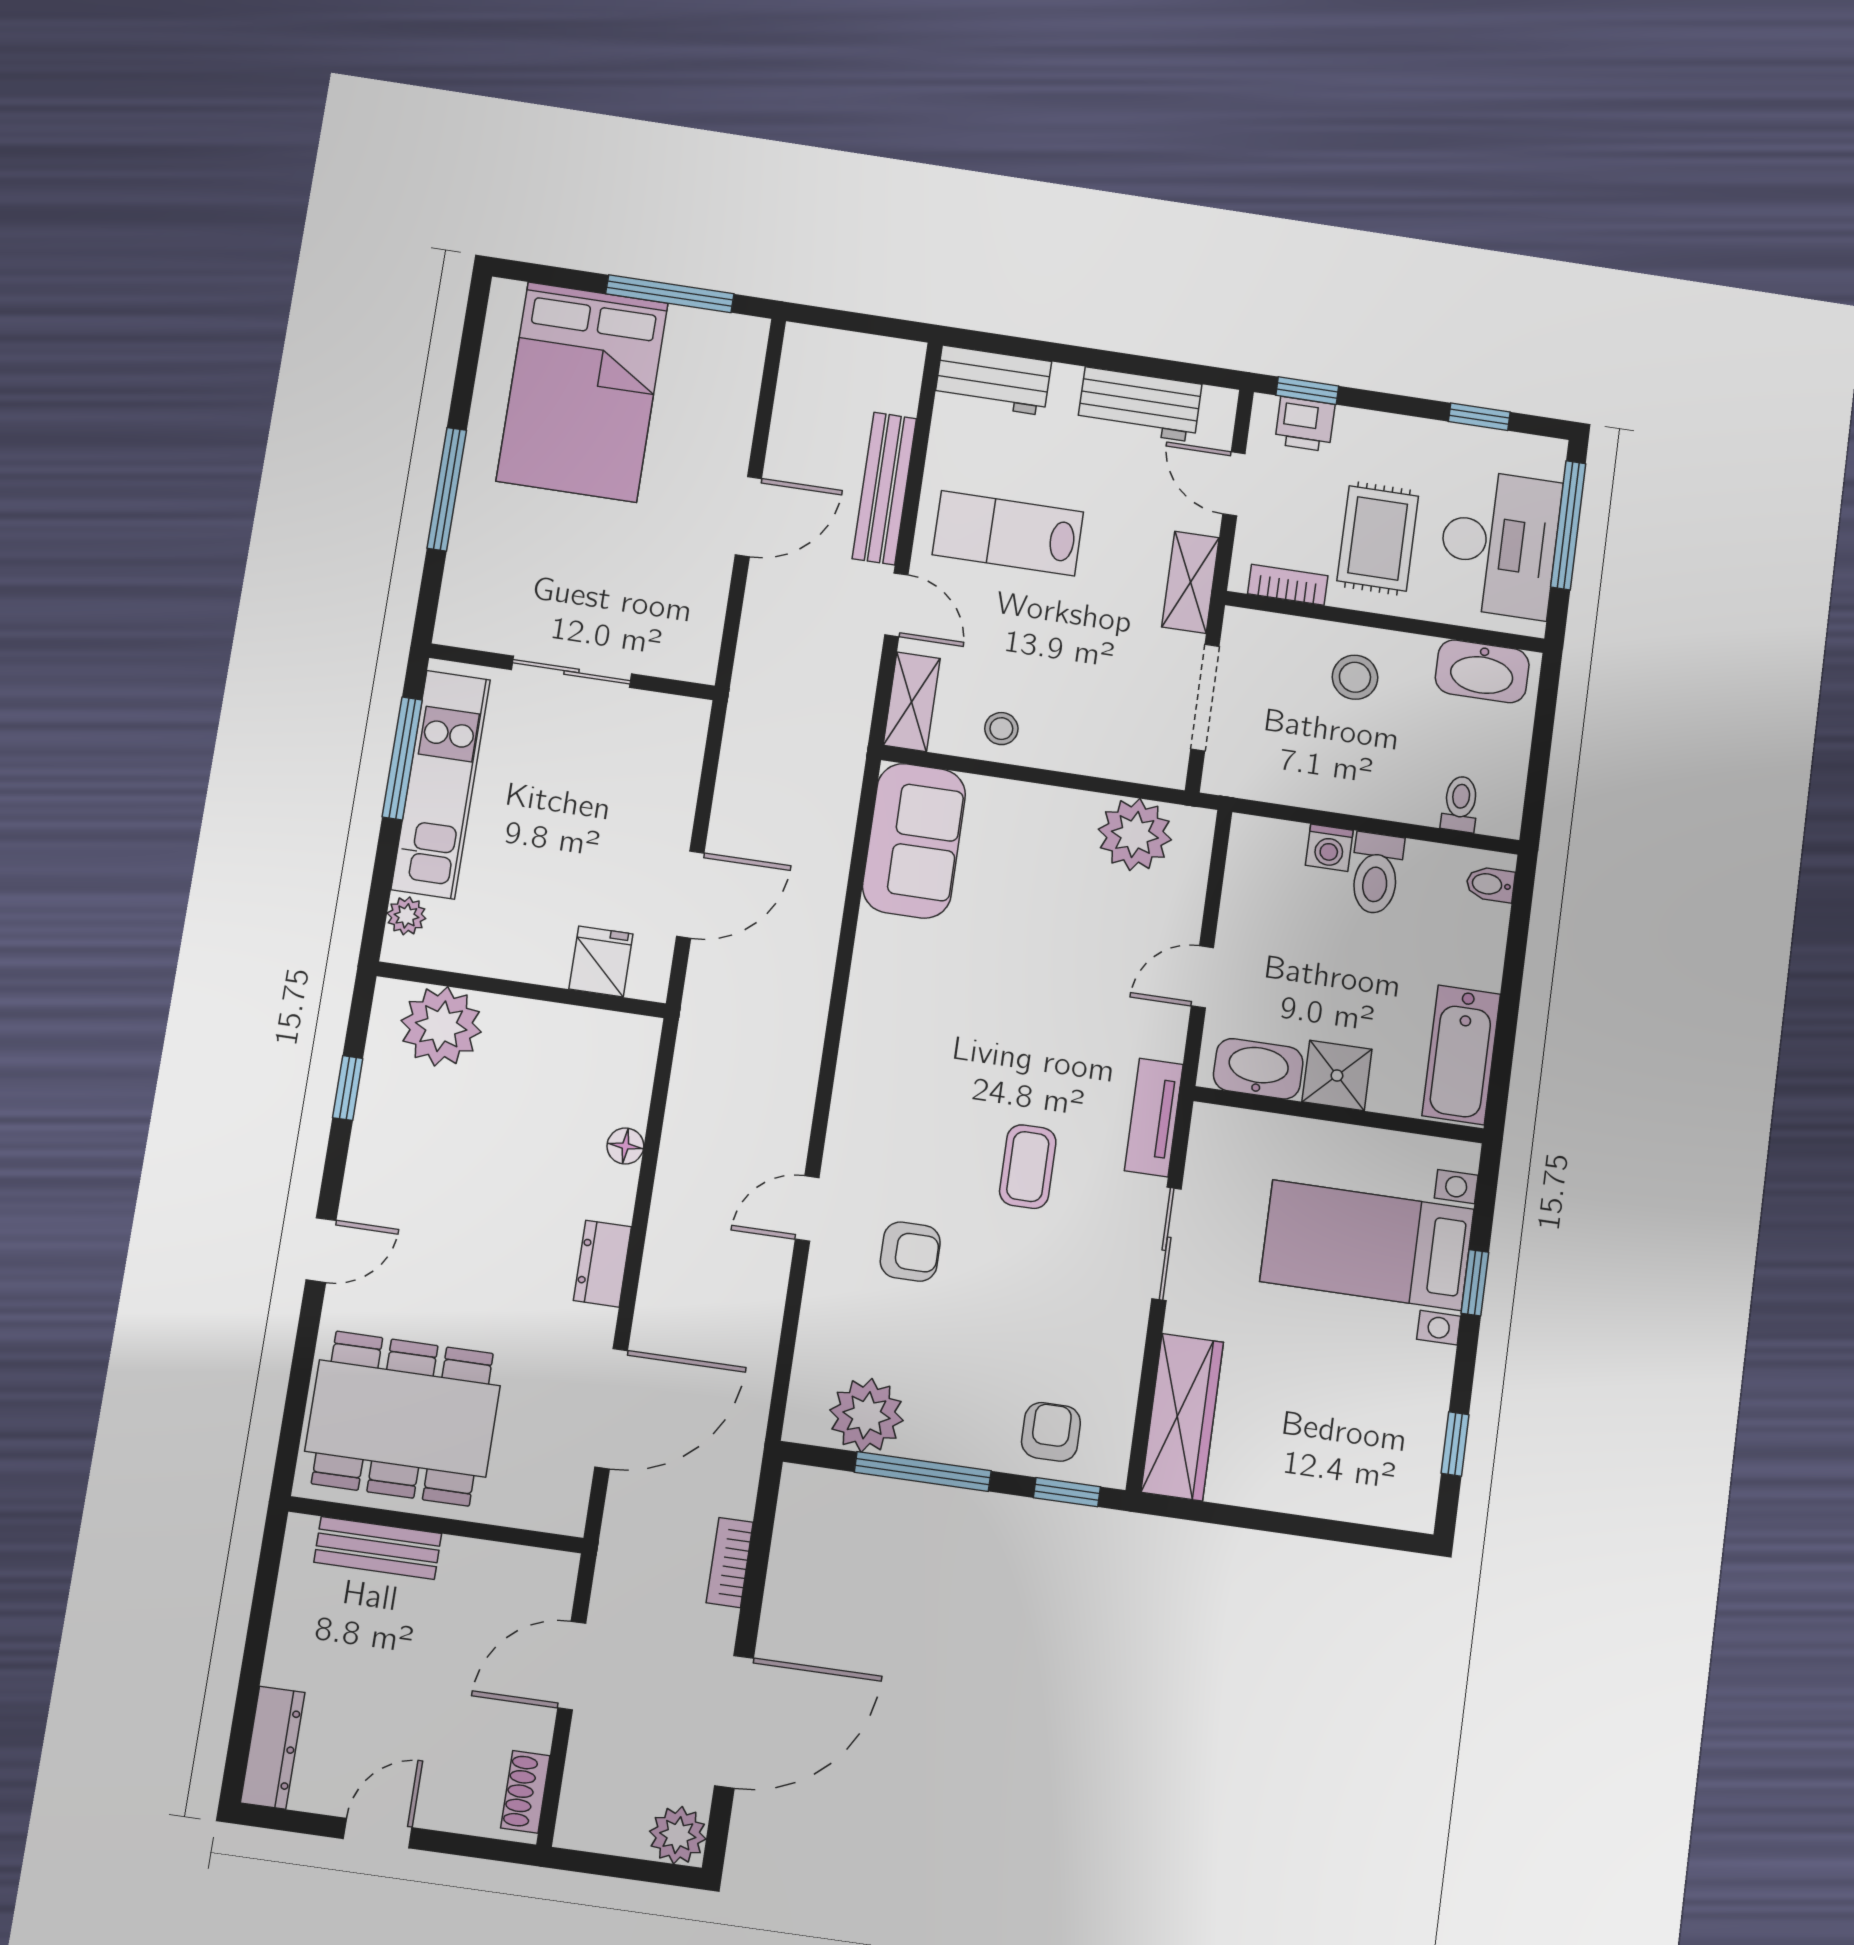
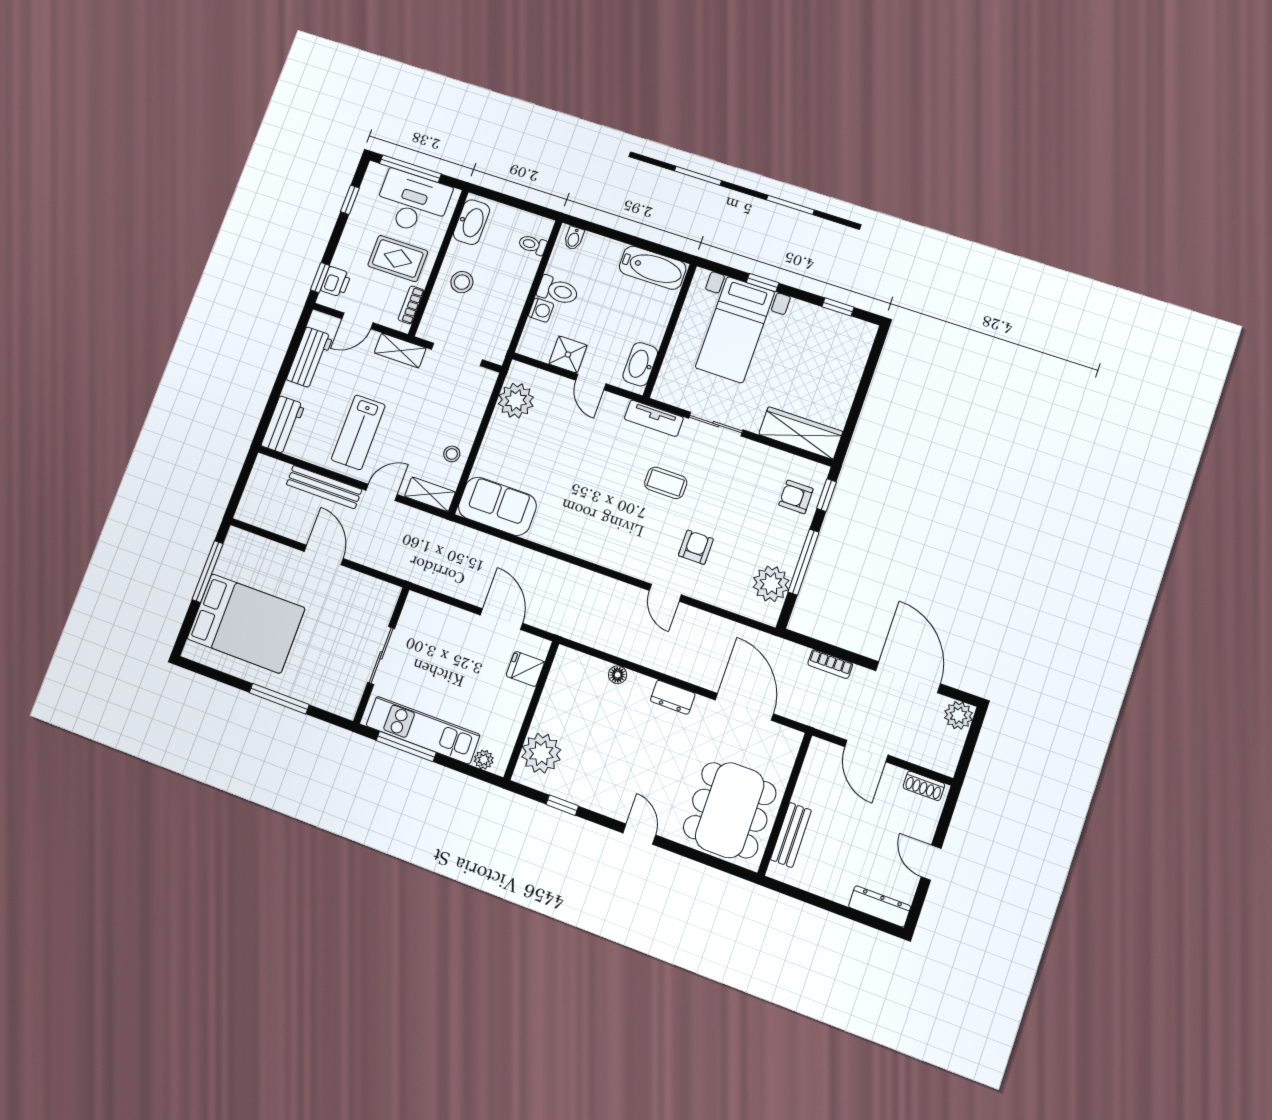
shower: (1337, 1075) -> (568, 354), moved

